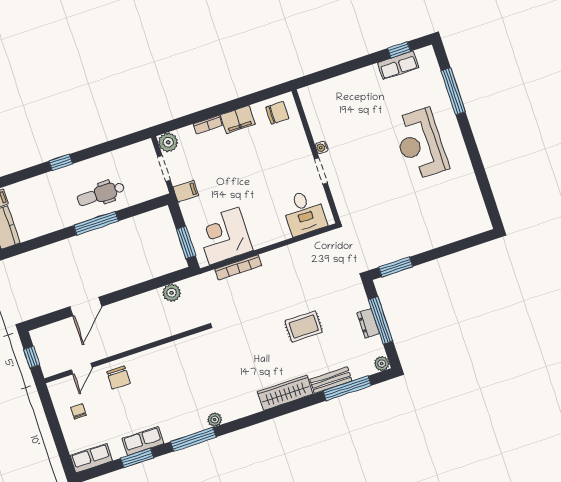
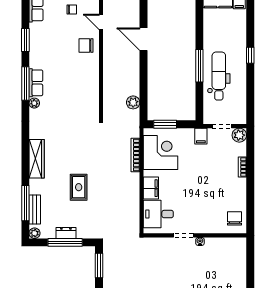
chair: (277, 113) -> (234, 218), turned 180
filing cabinet: (238, 119) -> (151, 188), moved, turned 180
dental chair: (101, 194) -> (219, 76), width x1.36, depth x1.38
bench: (331, 380) -> (35, 209), moved
row of seats: (143, 441) -> (36, 83), moved

